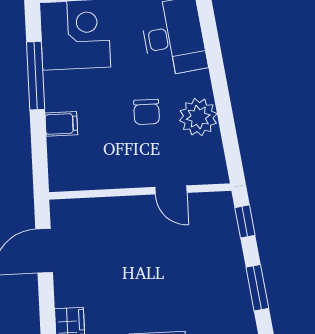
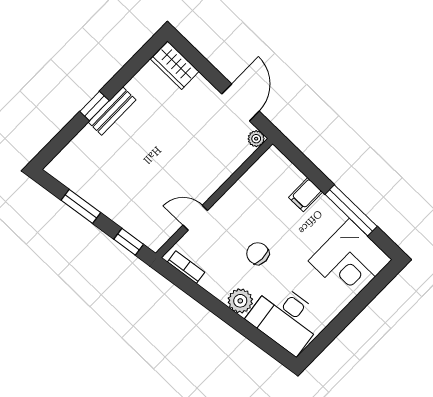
plant: (198, 117) -> (240, 301), moved, width x0.73, depth x0.73
bookcase: (217, 156) -> (186, 267), added
plant: (59, 209) -> (256, 139), added

